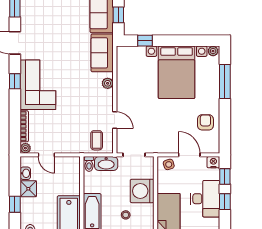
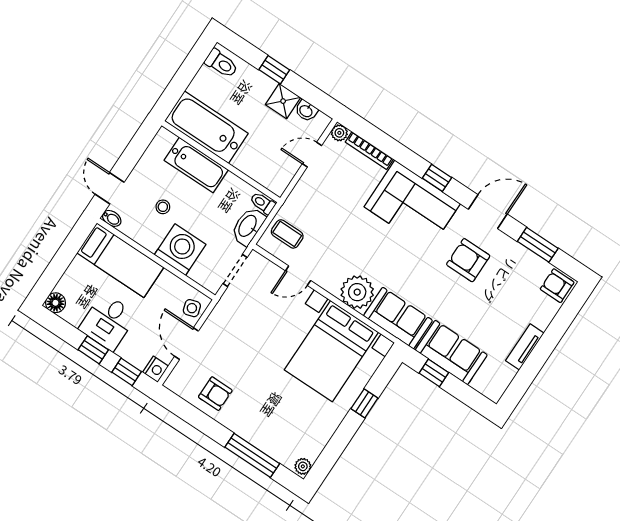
armchair: (47, 36) -> (468, 260), added
window: (145, 41) -> (364, 403), moved
bed with nightstands: (177, 72) -> (331, 351), moved, turned -90
plant: (108, 83) -> (357, 292), width x1.88, depth x1.88
door: (189, 155) -> (187, 344), swing flipped
desk: (205, 199) -> (108, 322), width x0.73

